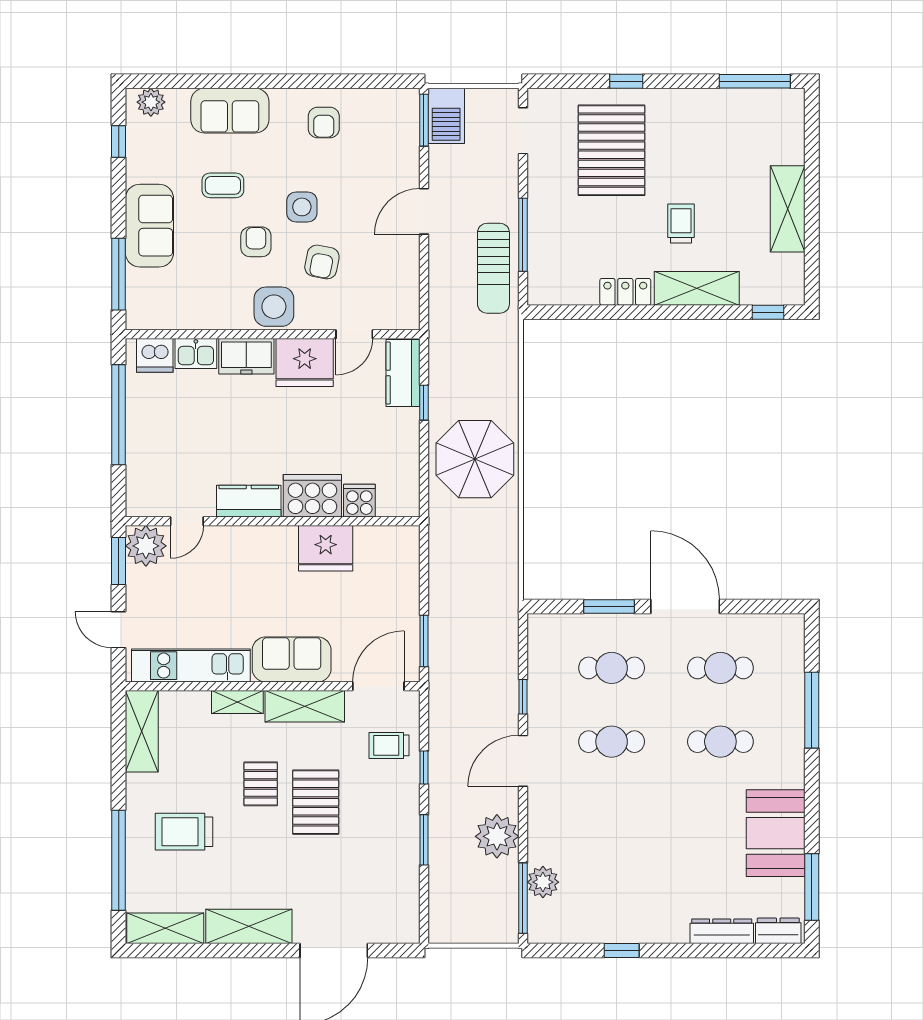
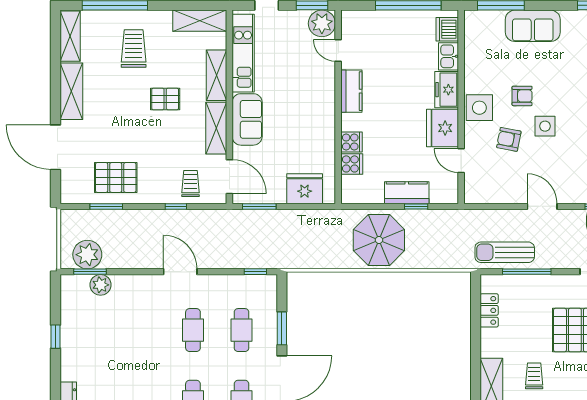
coffee table: (223, 185) -> (559, 74), removed
trolley: (681, 224) -> (534, 376), turned -90
locker: (625, 292) -> (489, 310), moved
kitchen counter: (403, 373) -> (407, 193), moved
cooker: (312, 496) -> (352, 142), width x0.53, depth x0.76
fridge: (326, 548) -> (305, 189), moved, turned 90
window: (523, 697) -> (255, 272), moved
shelving: (237, 702) -> (217, 75), width x1.50, depth x1.33
pallet: (316, 802) -> (116, 177), moved
plant: (497, 836) -> (87, 255), moved
window: (424, 840) -> (106, 206), moved
window: (523, 898) -> (90, 272), width x0.69

